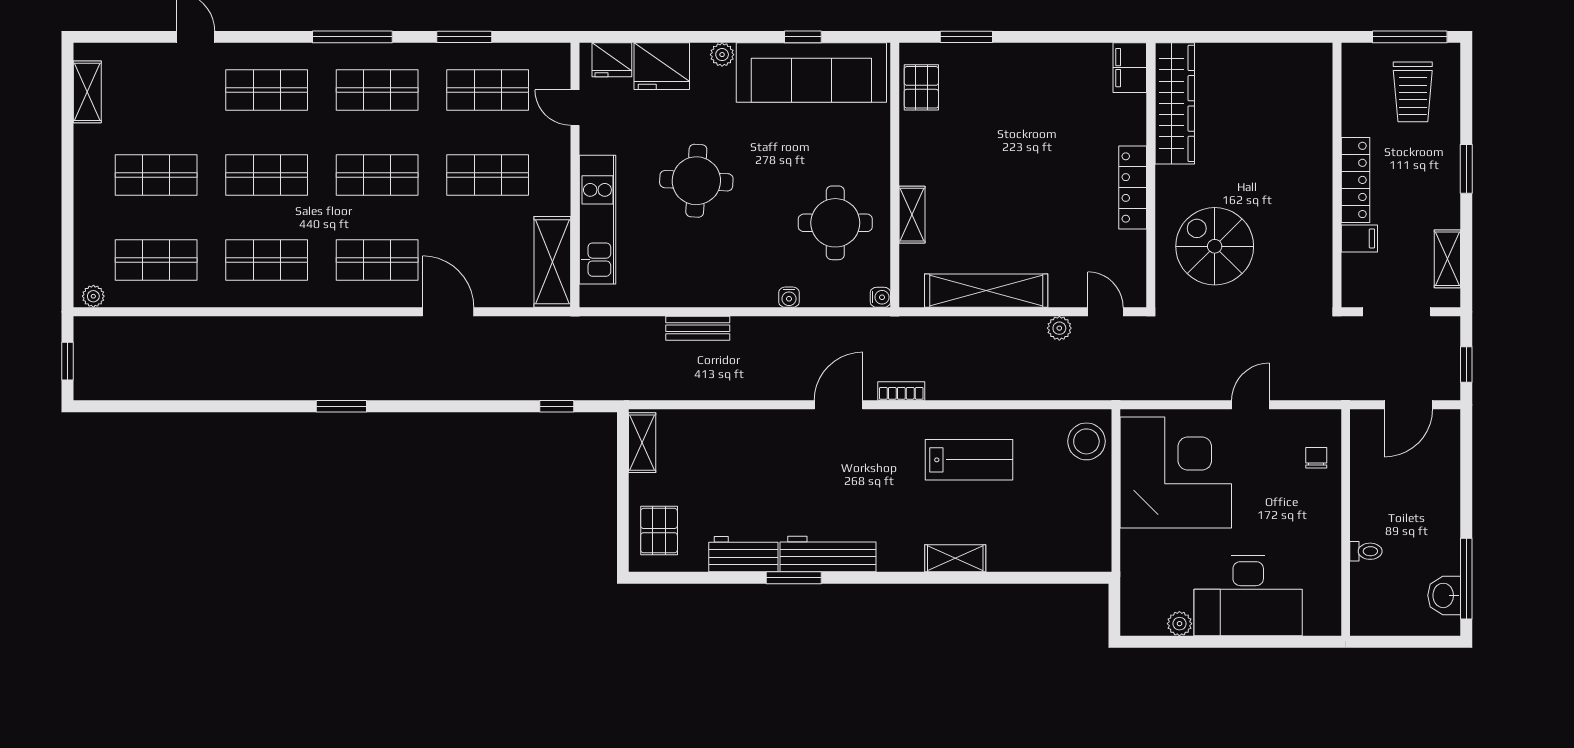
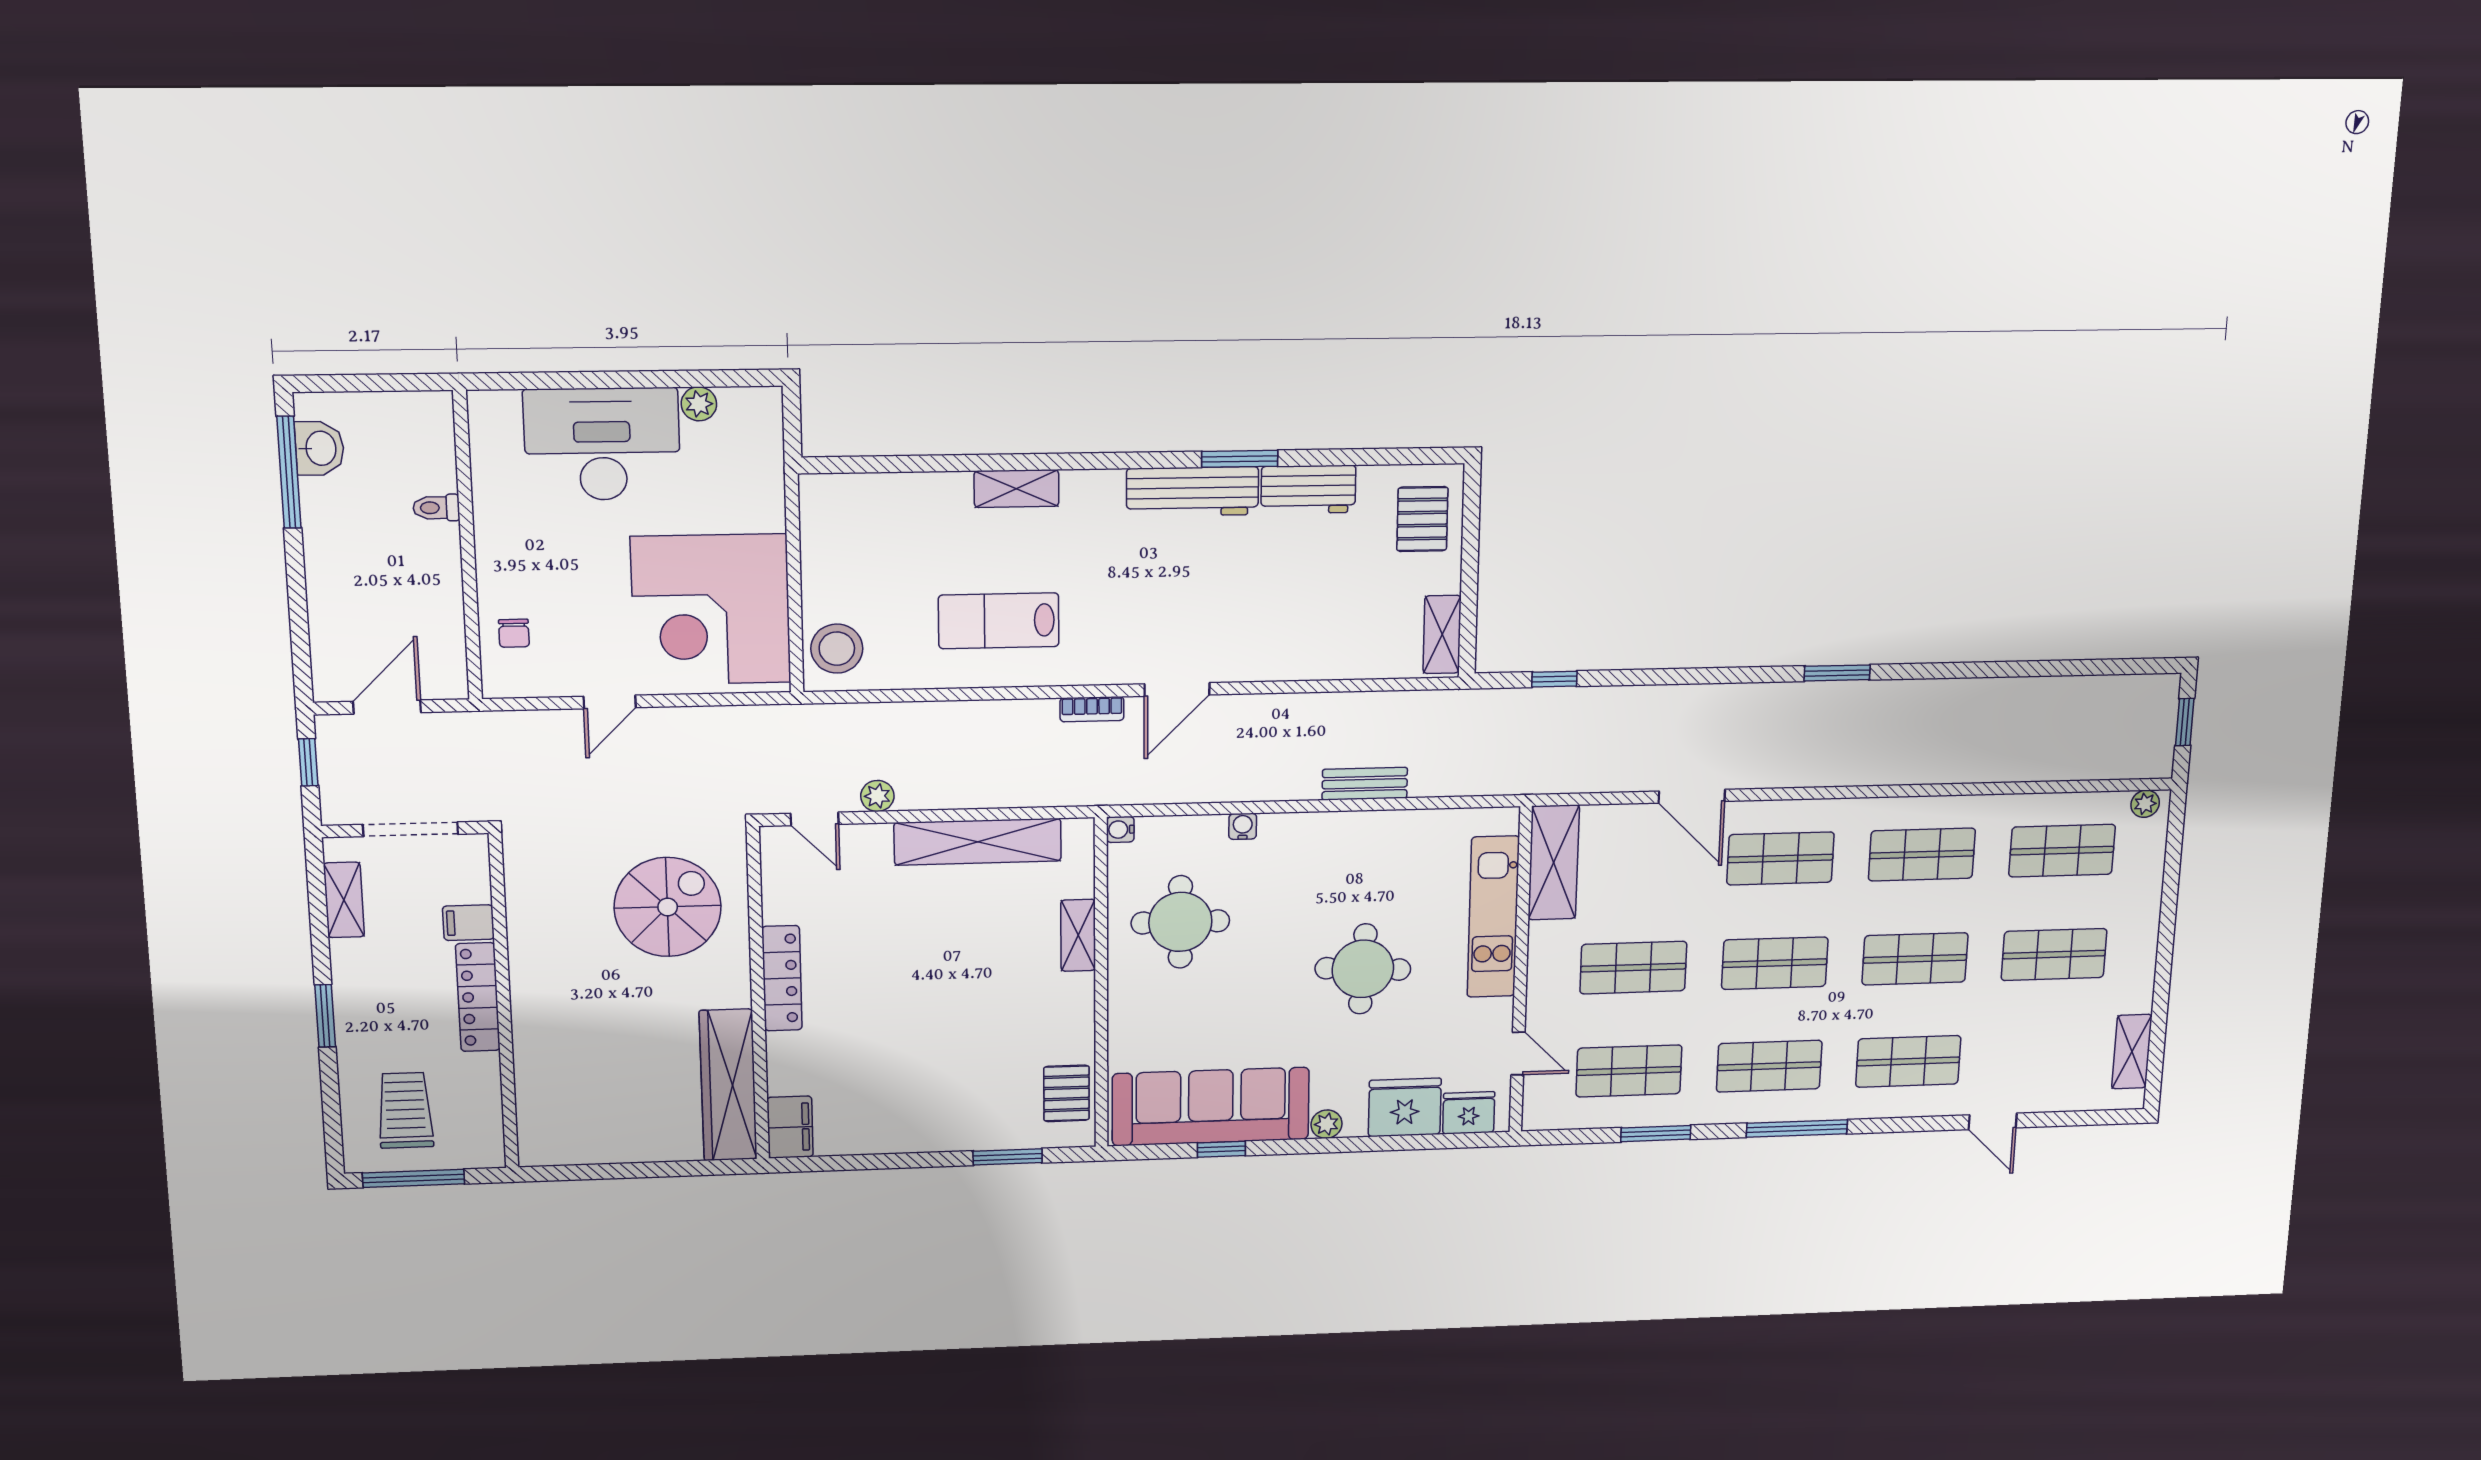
spiral stairs: (1215, 246) -> (668, 907), turned -90

